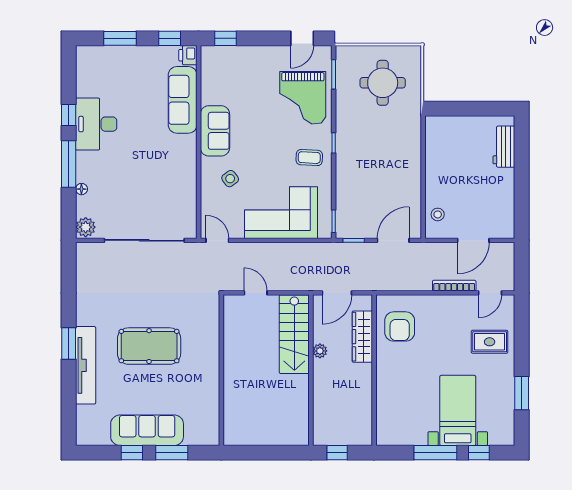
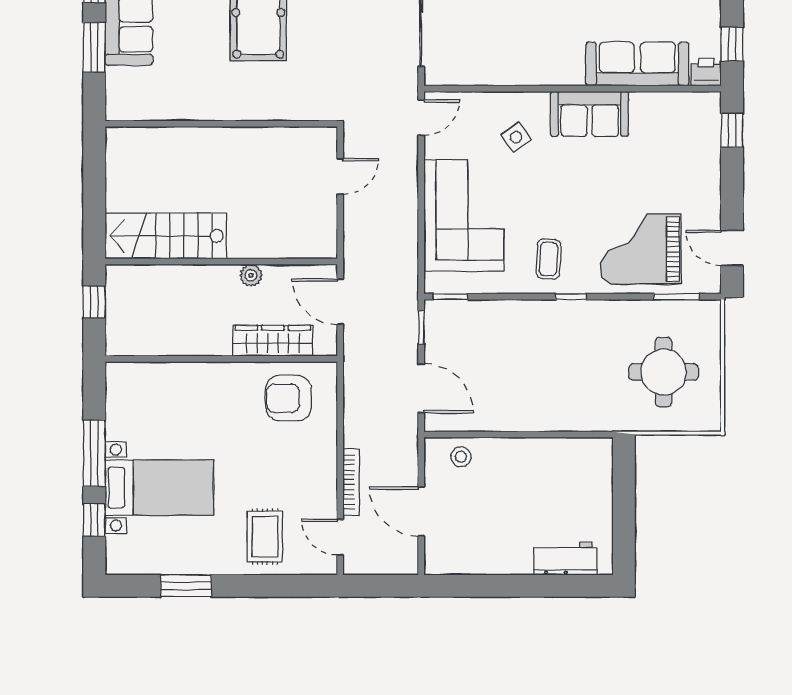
stairs: (294, 334) -> (166, 236), moved

